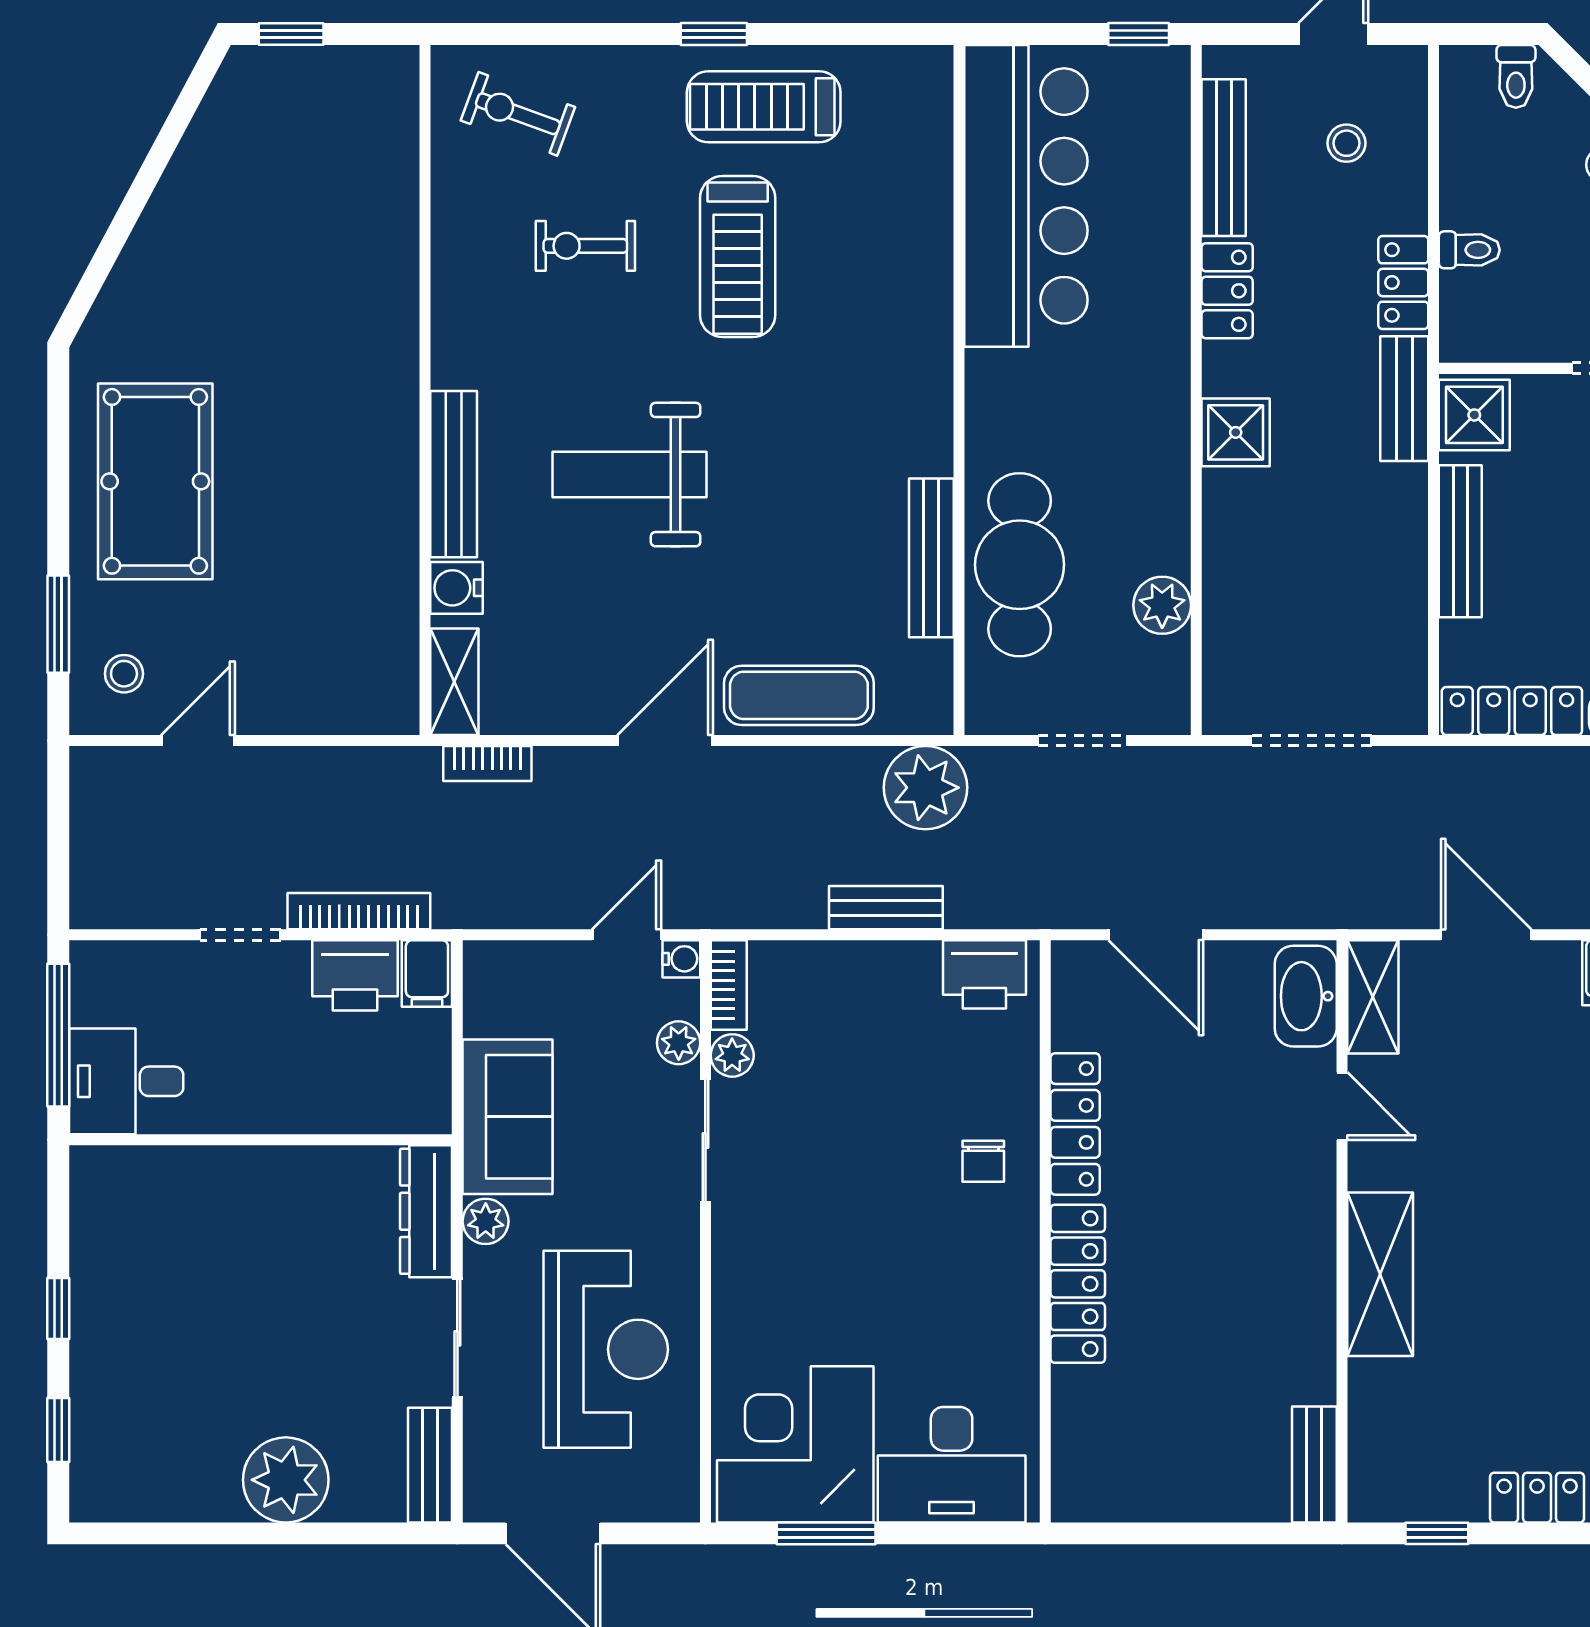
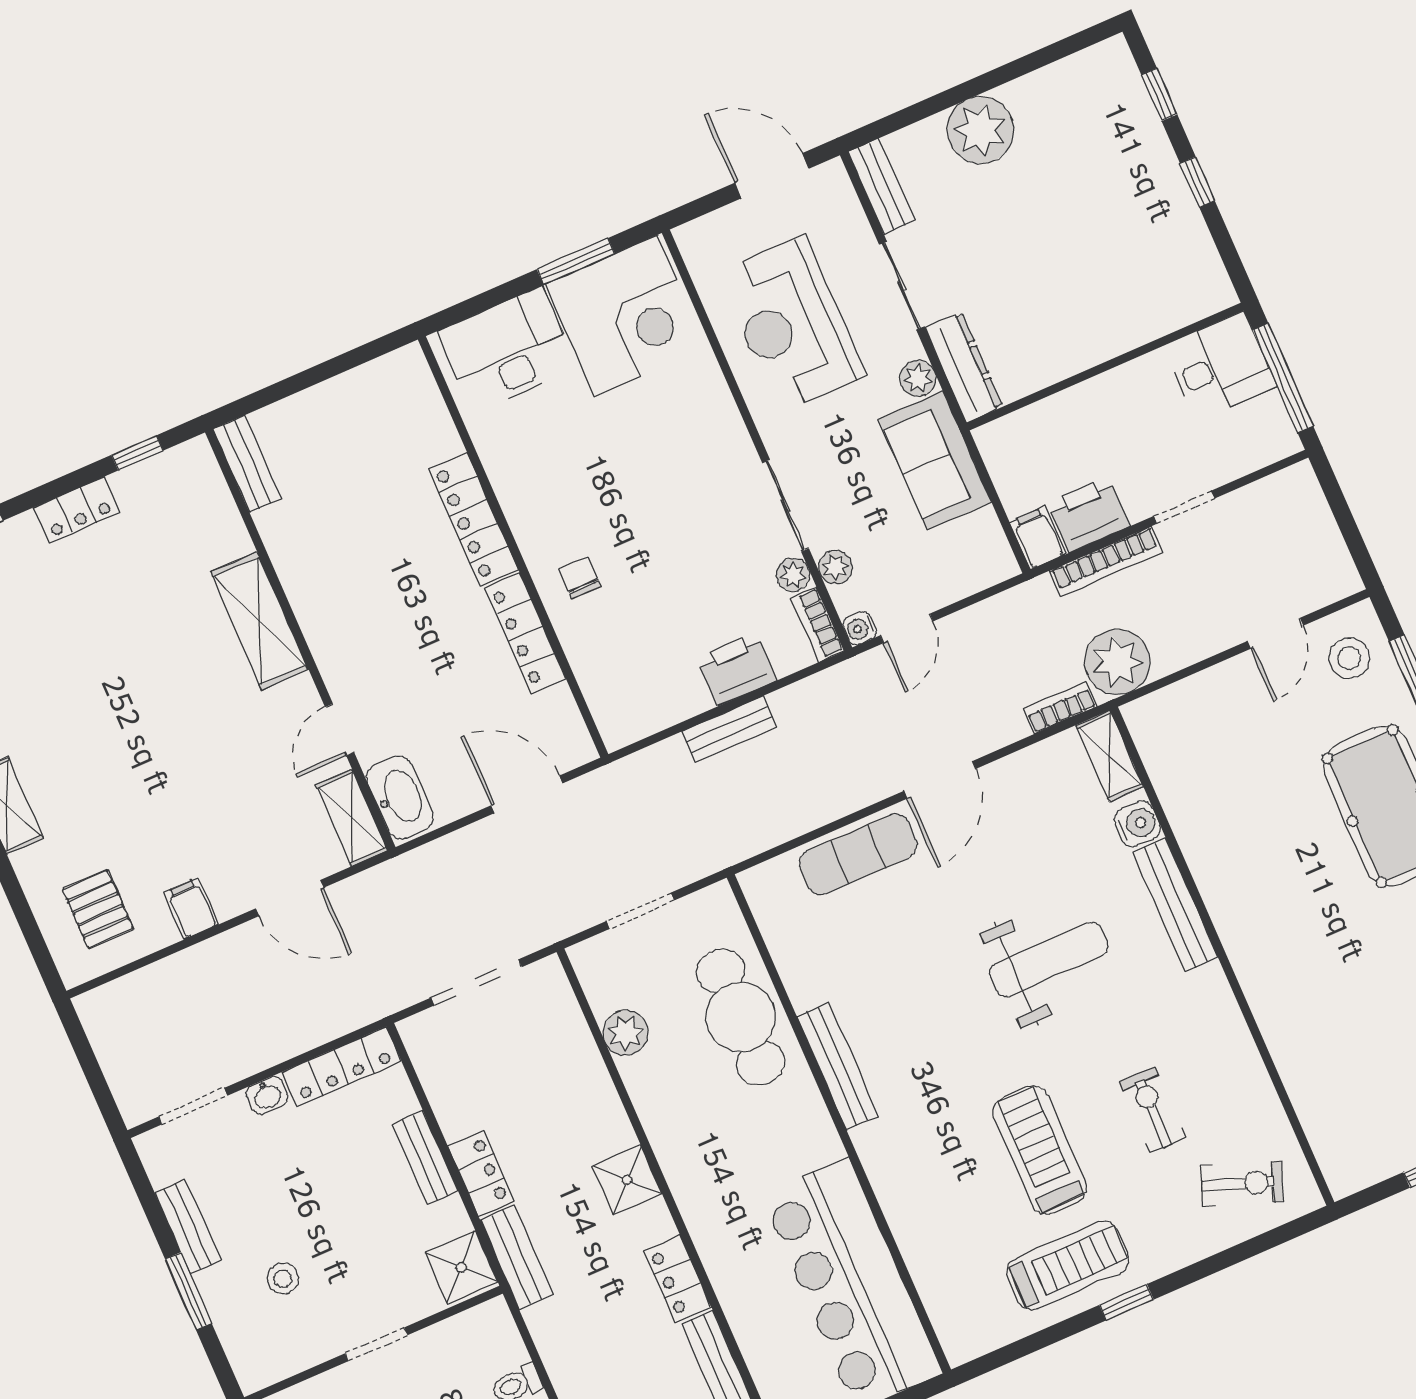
exercise bike: (585, 246) -> (1152, 1110), turned -90
locker: (1403, 282) -> (481, 1173), moved
bench: (1460, 541) -> (425, 1158), width x0.73
bench: (931, 558) -> (837, 1066), moved
stool: (124, 674) -> (1349, 658), width x1.37, depth x1.37
plant: (925, 788) -> (1117, 662), moved
printer: (984, 974) -> (737, 669), moved
door: (1342, 1106) -> (340, 730), hinge flipped

